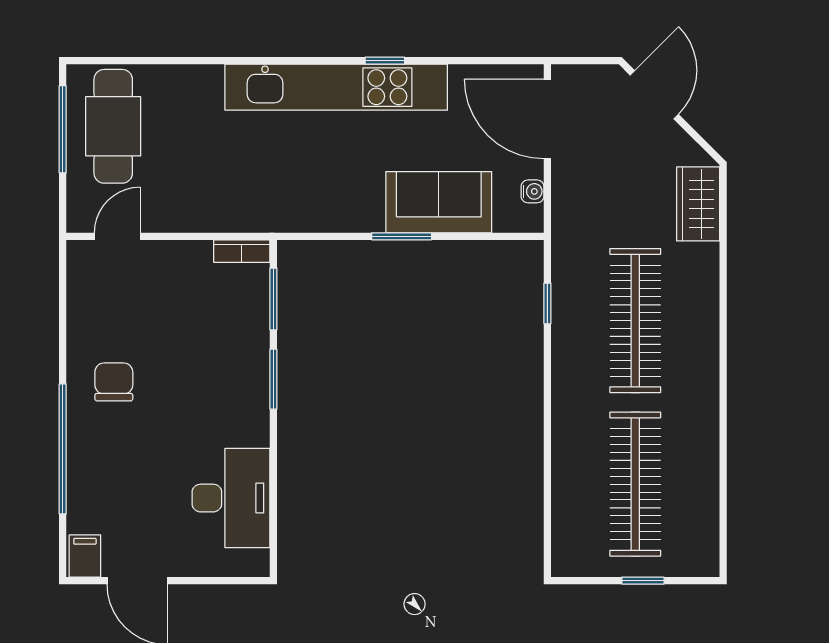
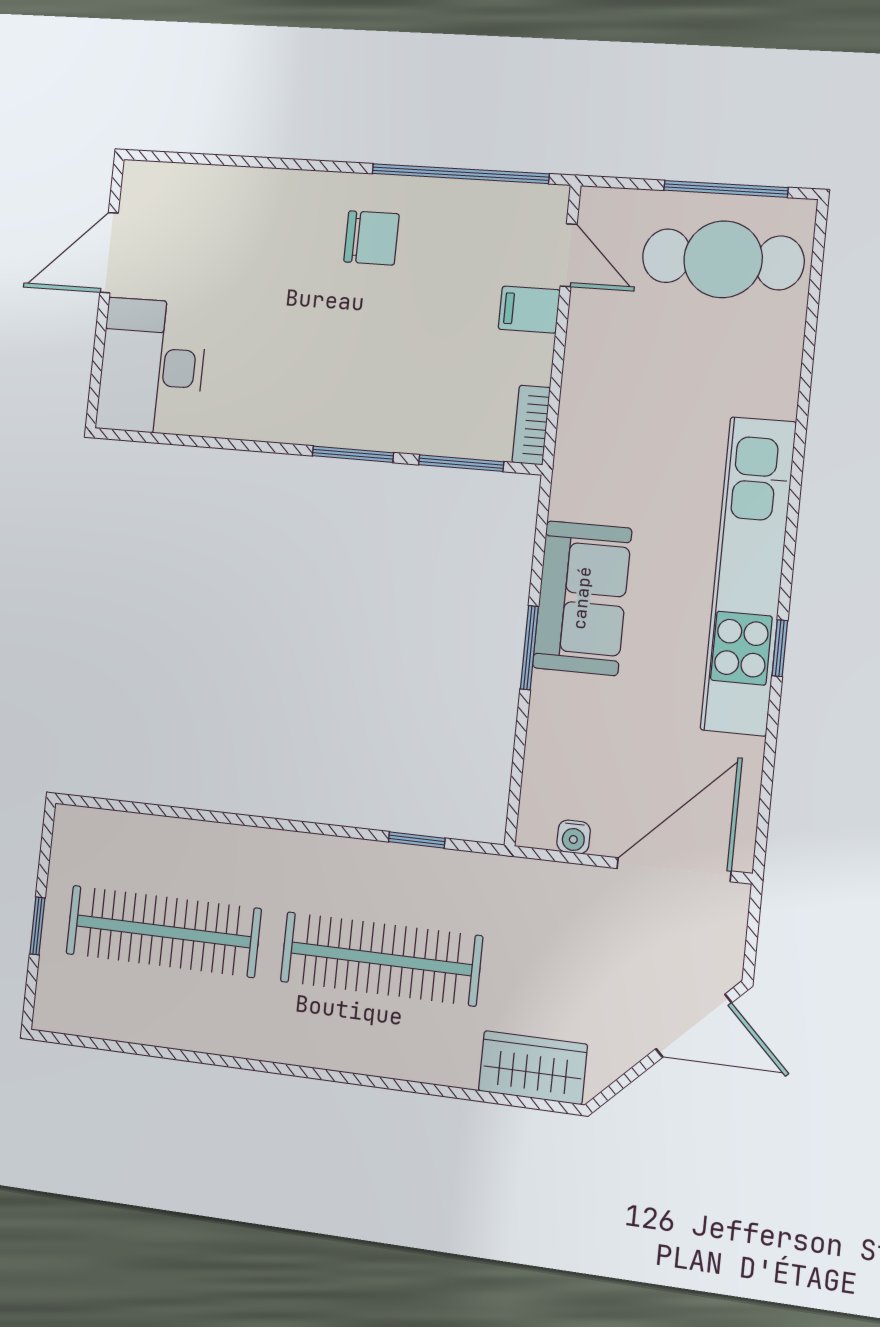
sofa: (439, 202) -> (582, 598), moved
window: (63, 449) -> (460, 174), moved
desk: (231, 498) -> (152, 366), moved, turned 90
filing cabinet: (85, 556) -> (529, 310), moved, turned 180

